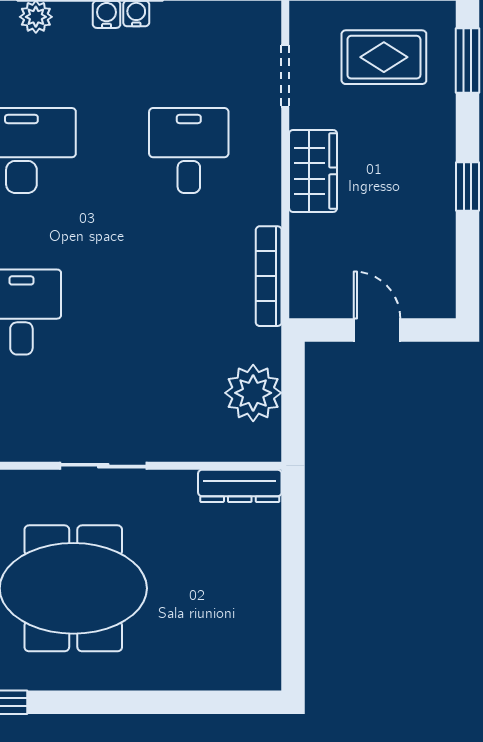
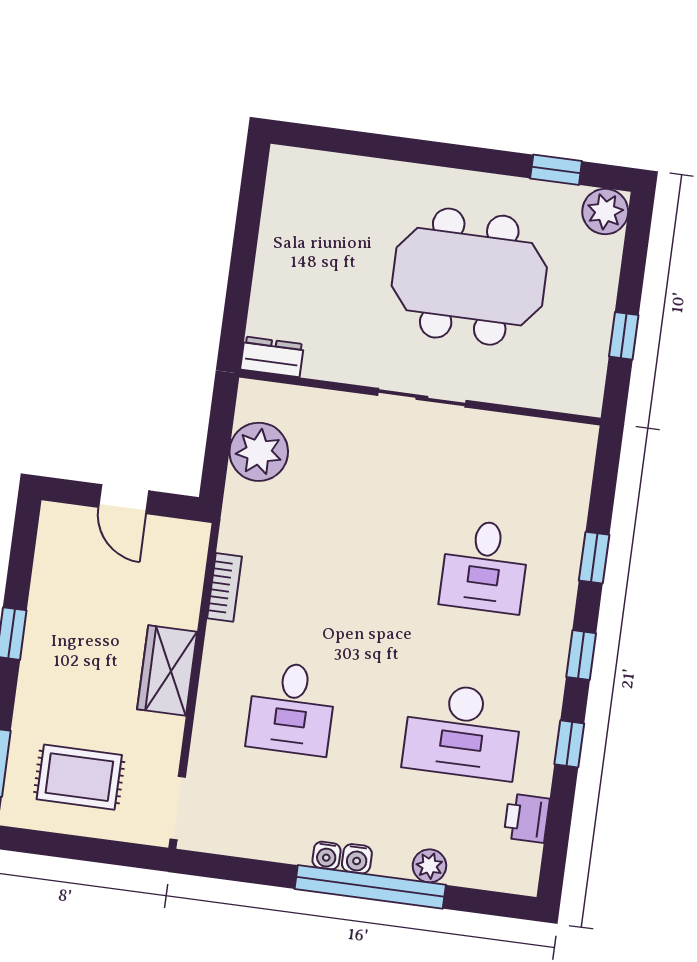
doorway: (285, 76) -> (178, 808), moved
bookcase: (269, 276) -> (224, 587), width x0.64
dresser: (240, 486) -> (272, 357), width x0.70

